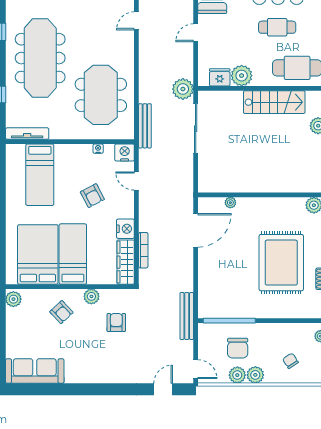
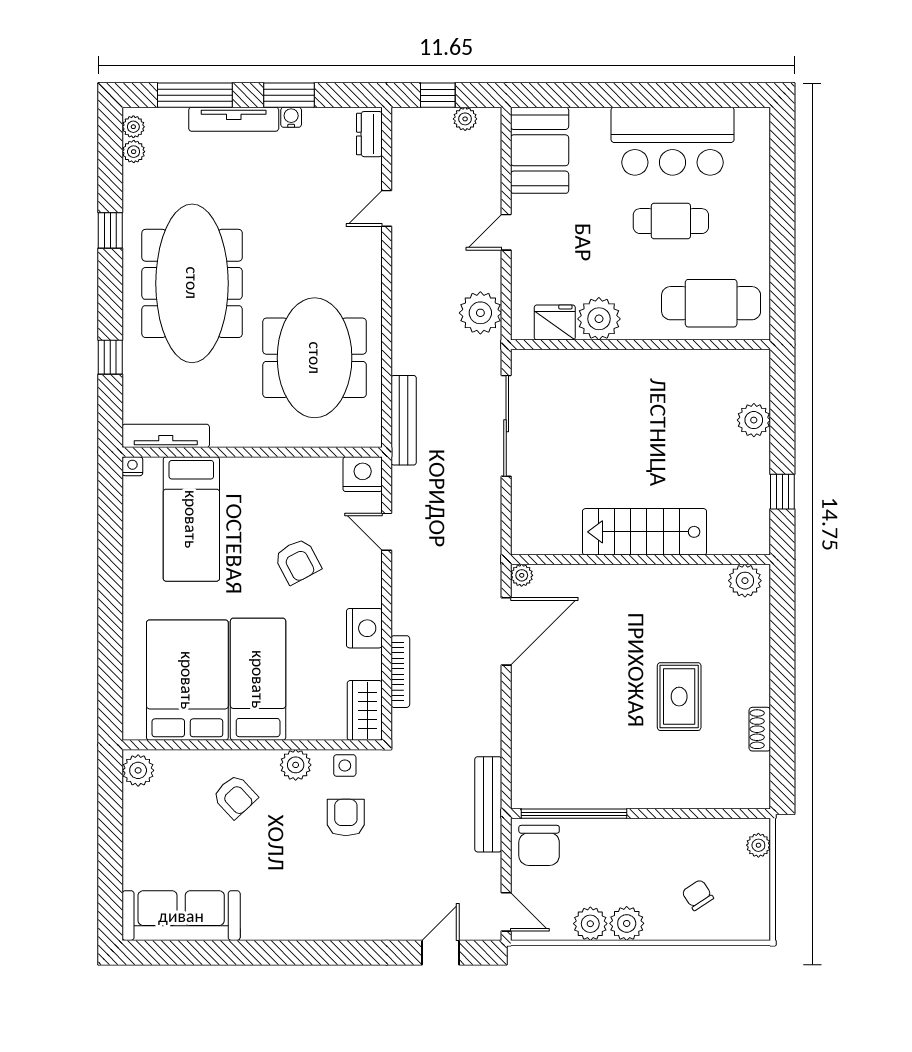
plant: (183, 89) -> (480, 313), moved
stairs: (274, 102) -> (644, 532), moved, turned 180
nightstand: (98, 149) -> (132, 466), moved
plant: (230, 203) -> (522, 575), moved
wardrobe: (126, 262) -> (365, 710), width x0.67
rug: (281, 263) -> (679, 697), width x0.54, depth x0.49
side table: (116, 297) -> (345, 766), added
chair: (238, 348) -> (539, 845), moved

